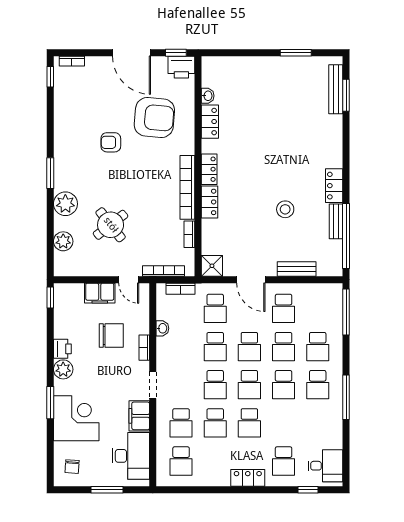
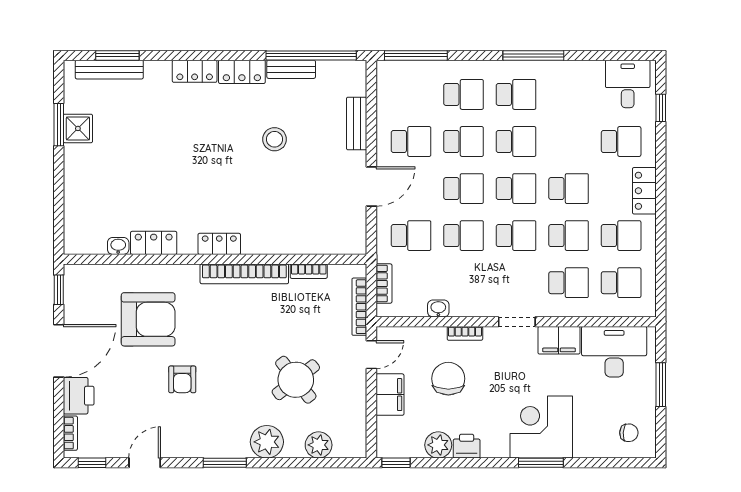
printer: (181, 67) -> (79, 396), moved
door: (50, 115) -> (145, 463), added
armchair: (154, 118) -> (148, 319), turned 85
locker: (210, 202) -> (195, 71), moved, turned 180
shower: (212, 266) -> (78, 128), moved
plant: (63, 369) -> (438, 445), moved
corner desk: (76, 418) -> (541, 427), moved
school desk: (215, 461) -> (621, 236), added

